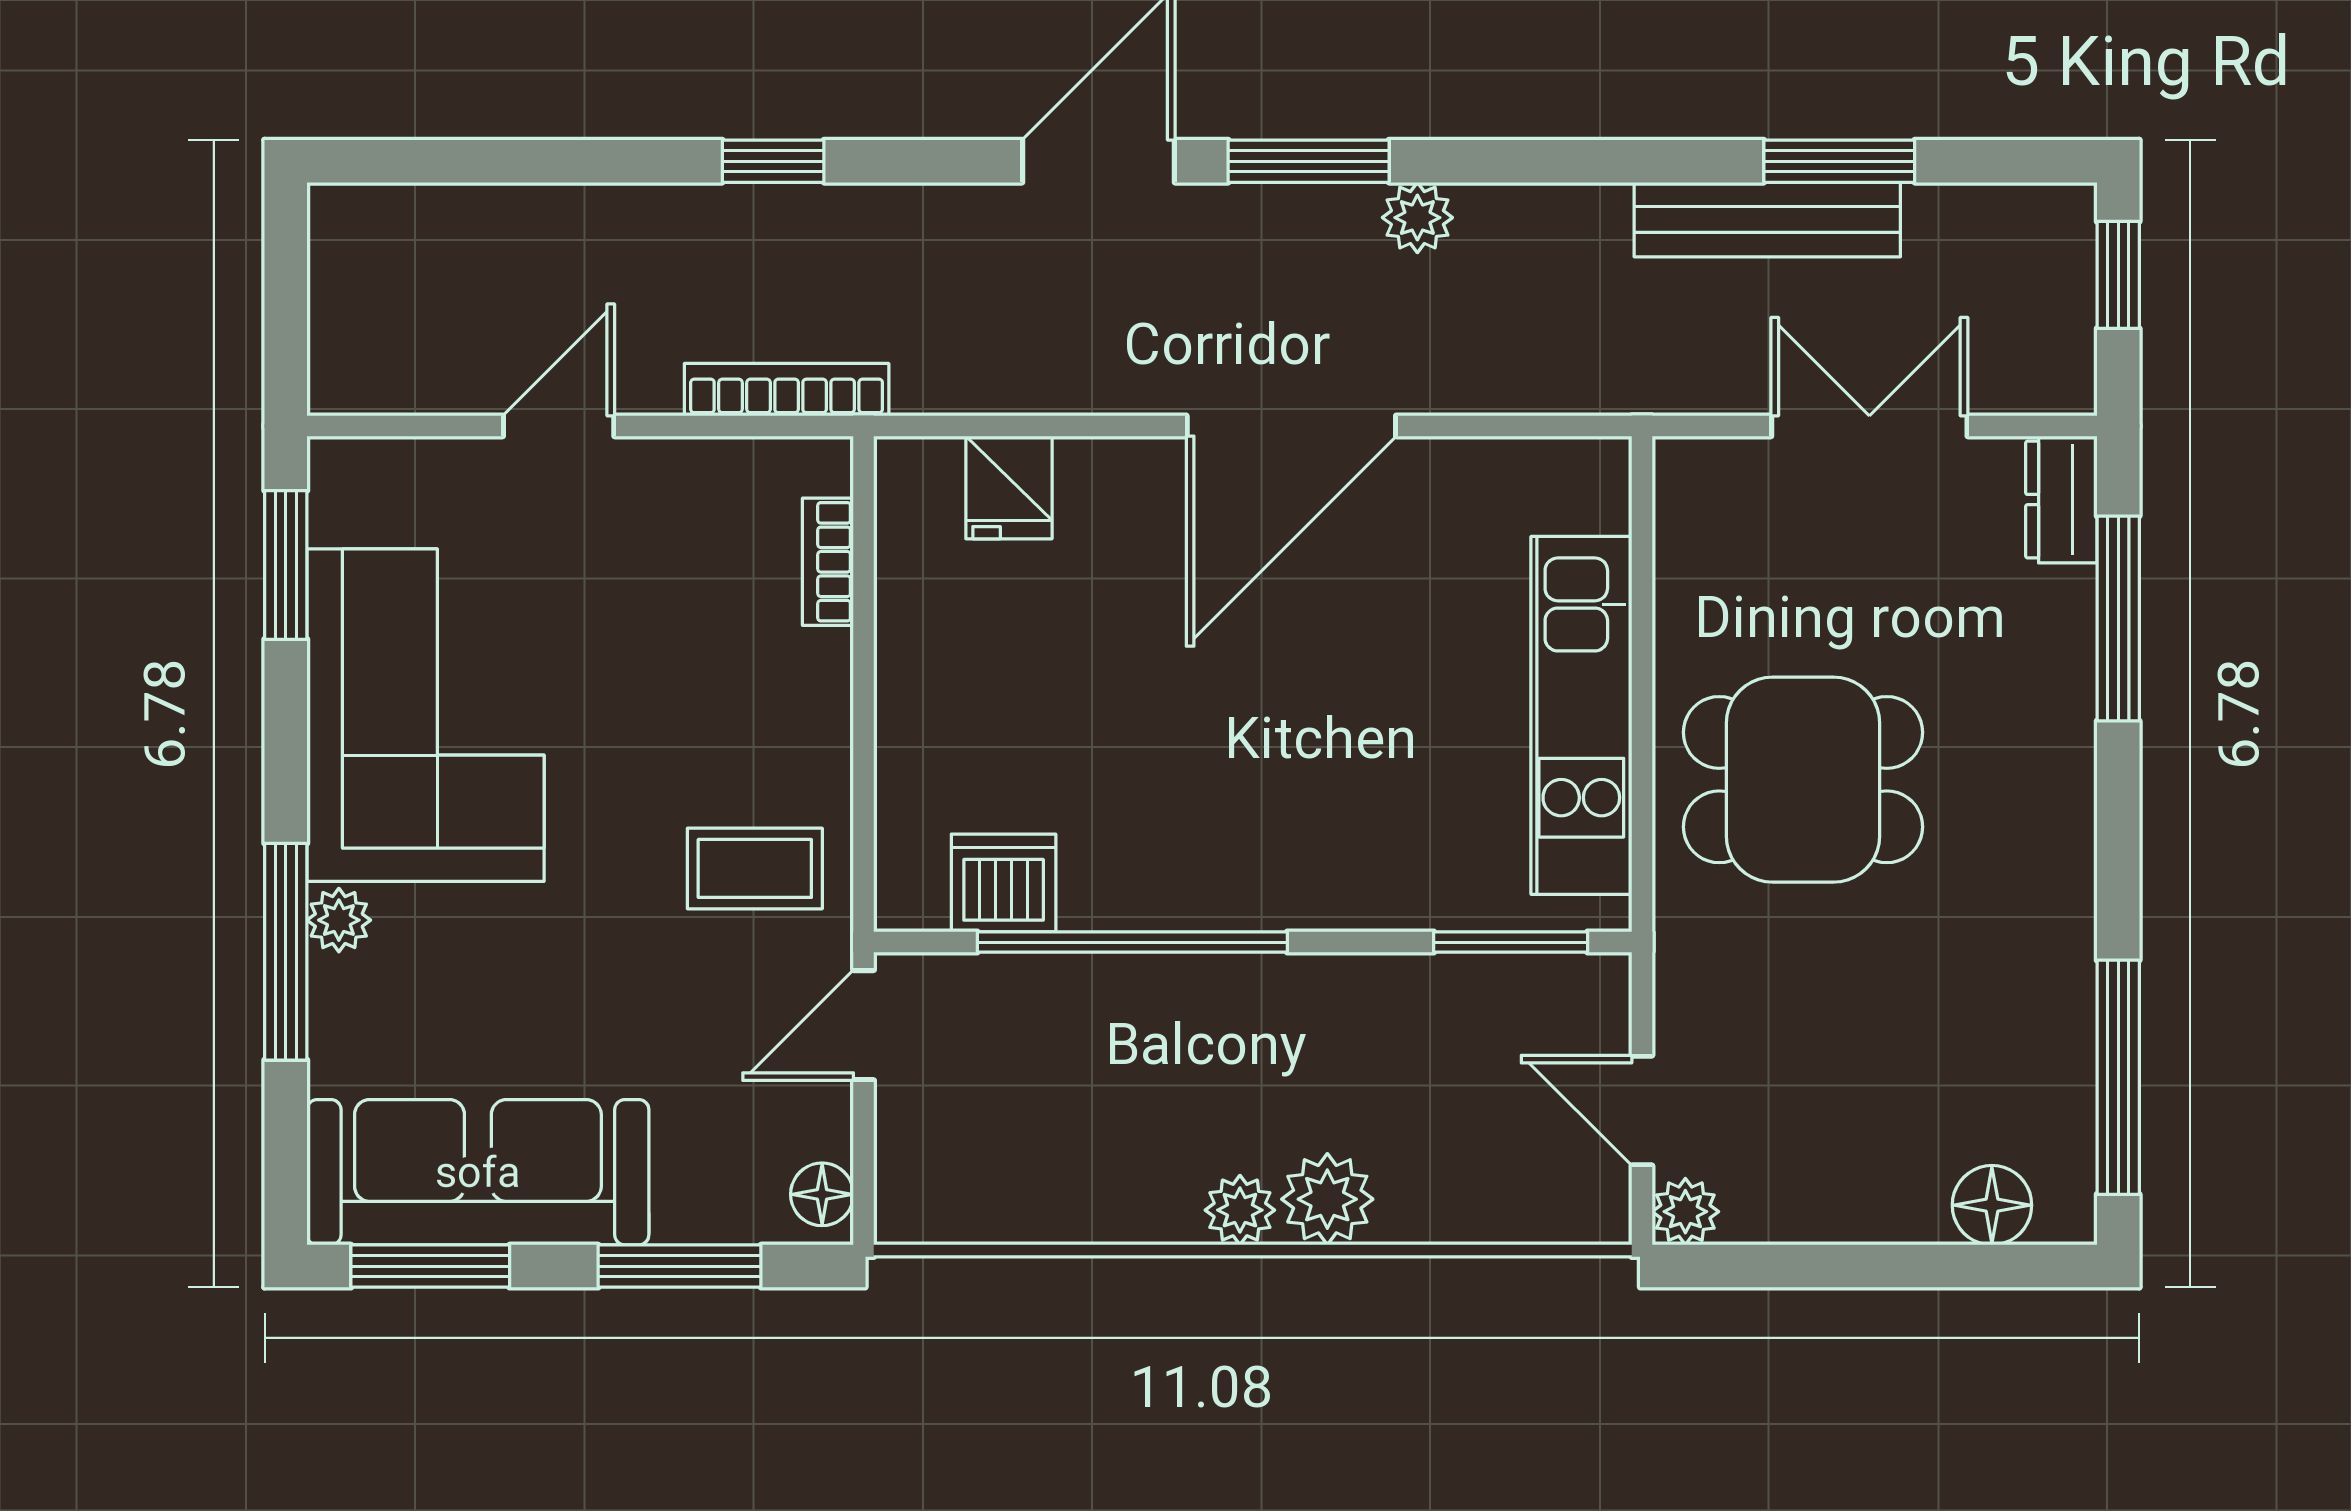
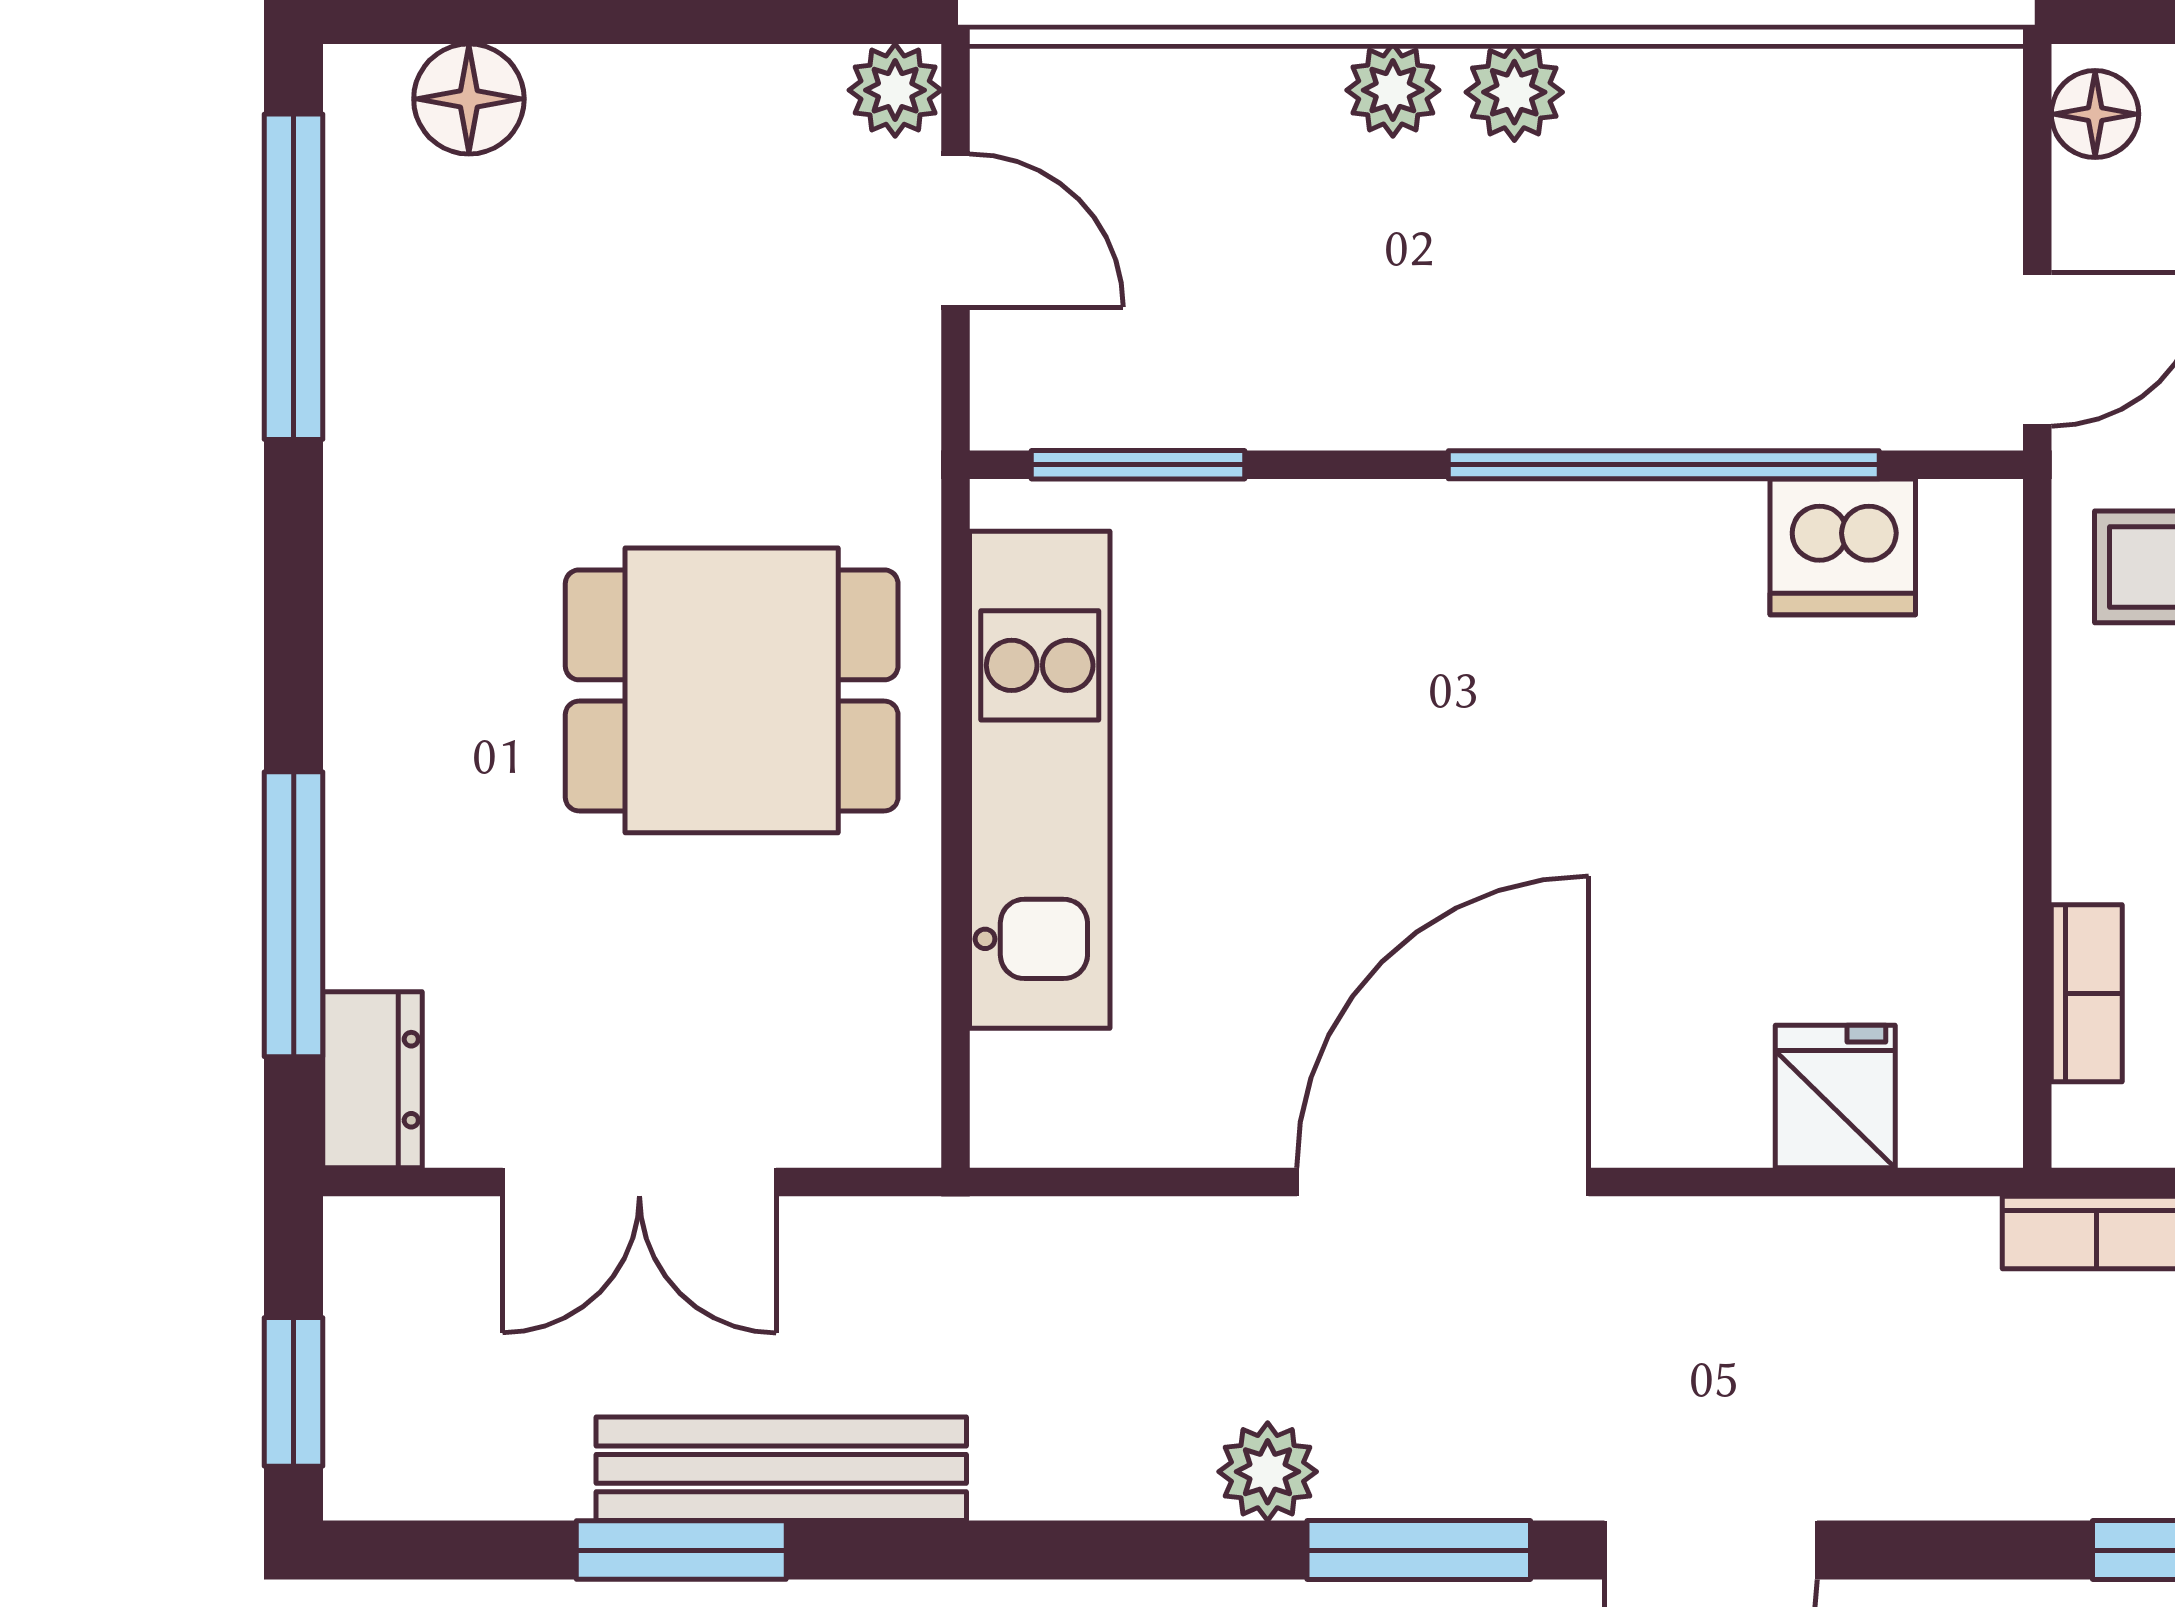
plant: (1327, 1199) -> (1393, 90), width x0.73, depth x0.73

